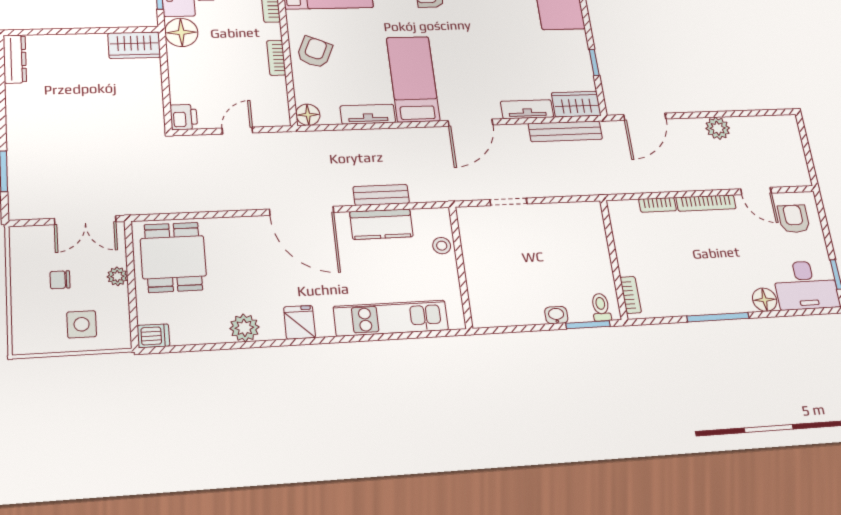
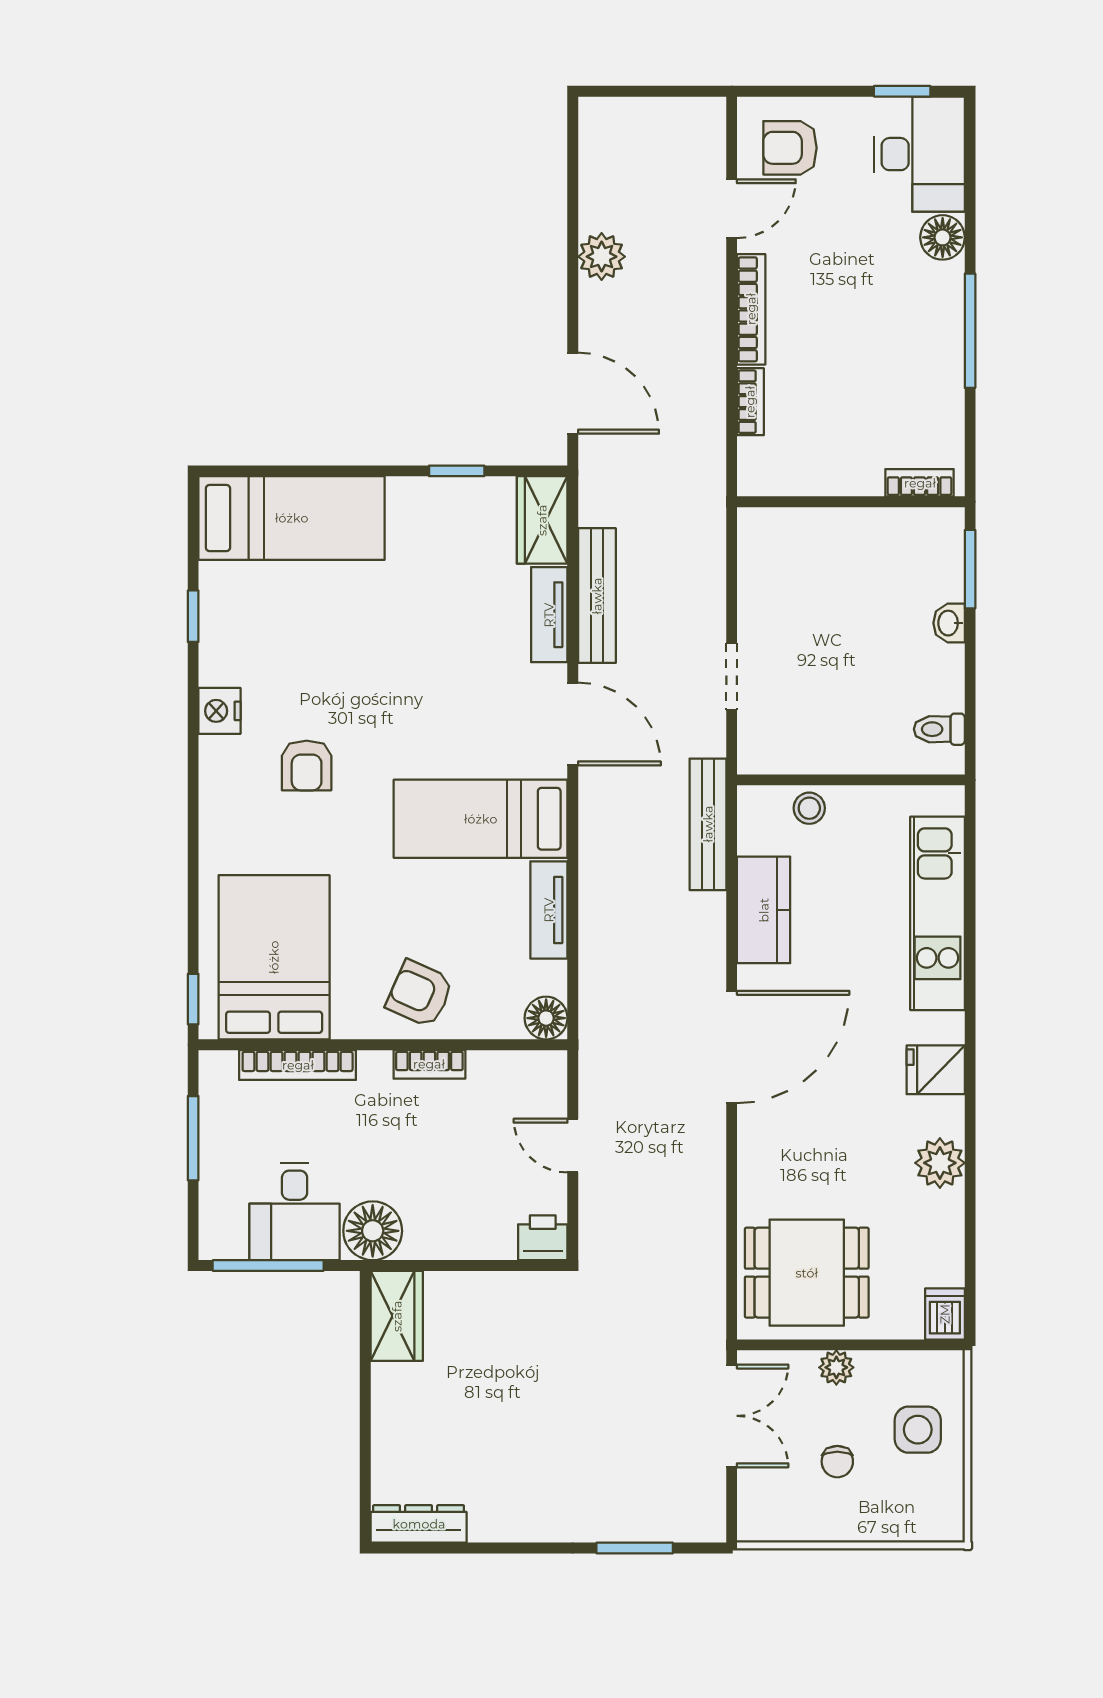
bench: (565, 131) -> (597, 596), moved
bench: (381, 195) -> (708, 824), moved, width x1.36
toilet: (601, 307) -> (939, 729), moved

